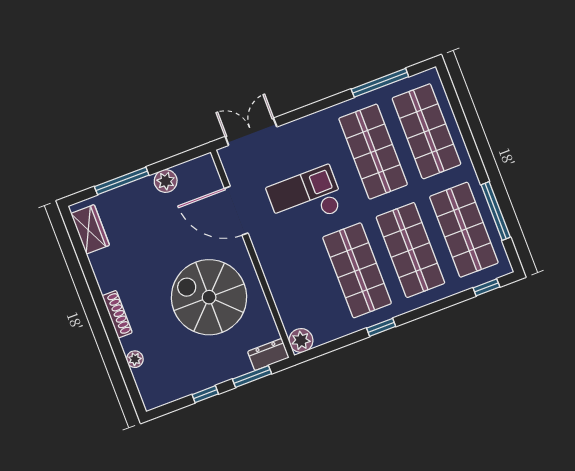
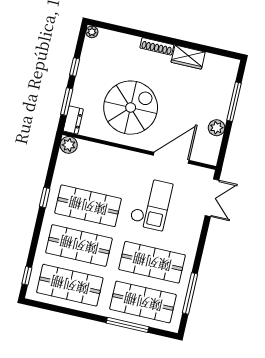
window: (496, 211) -> (127, 325), moved
wardrobe: (90, 229) -> (188, 57), moved
plant: (135, 359) -> (92, 32), moved

